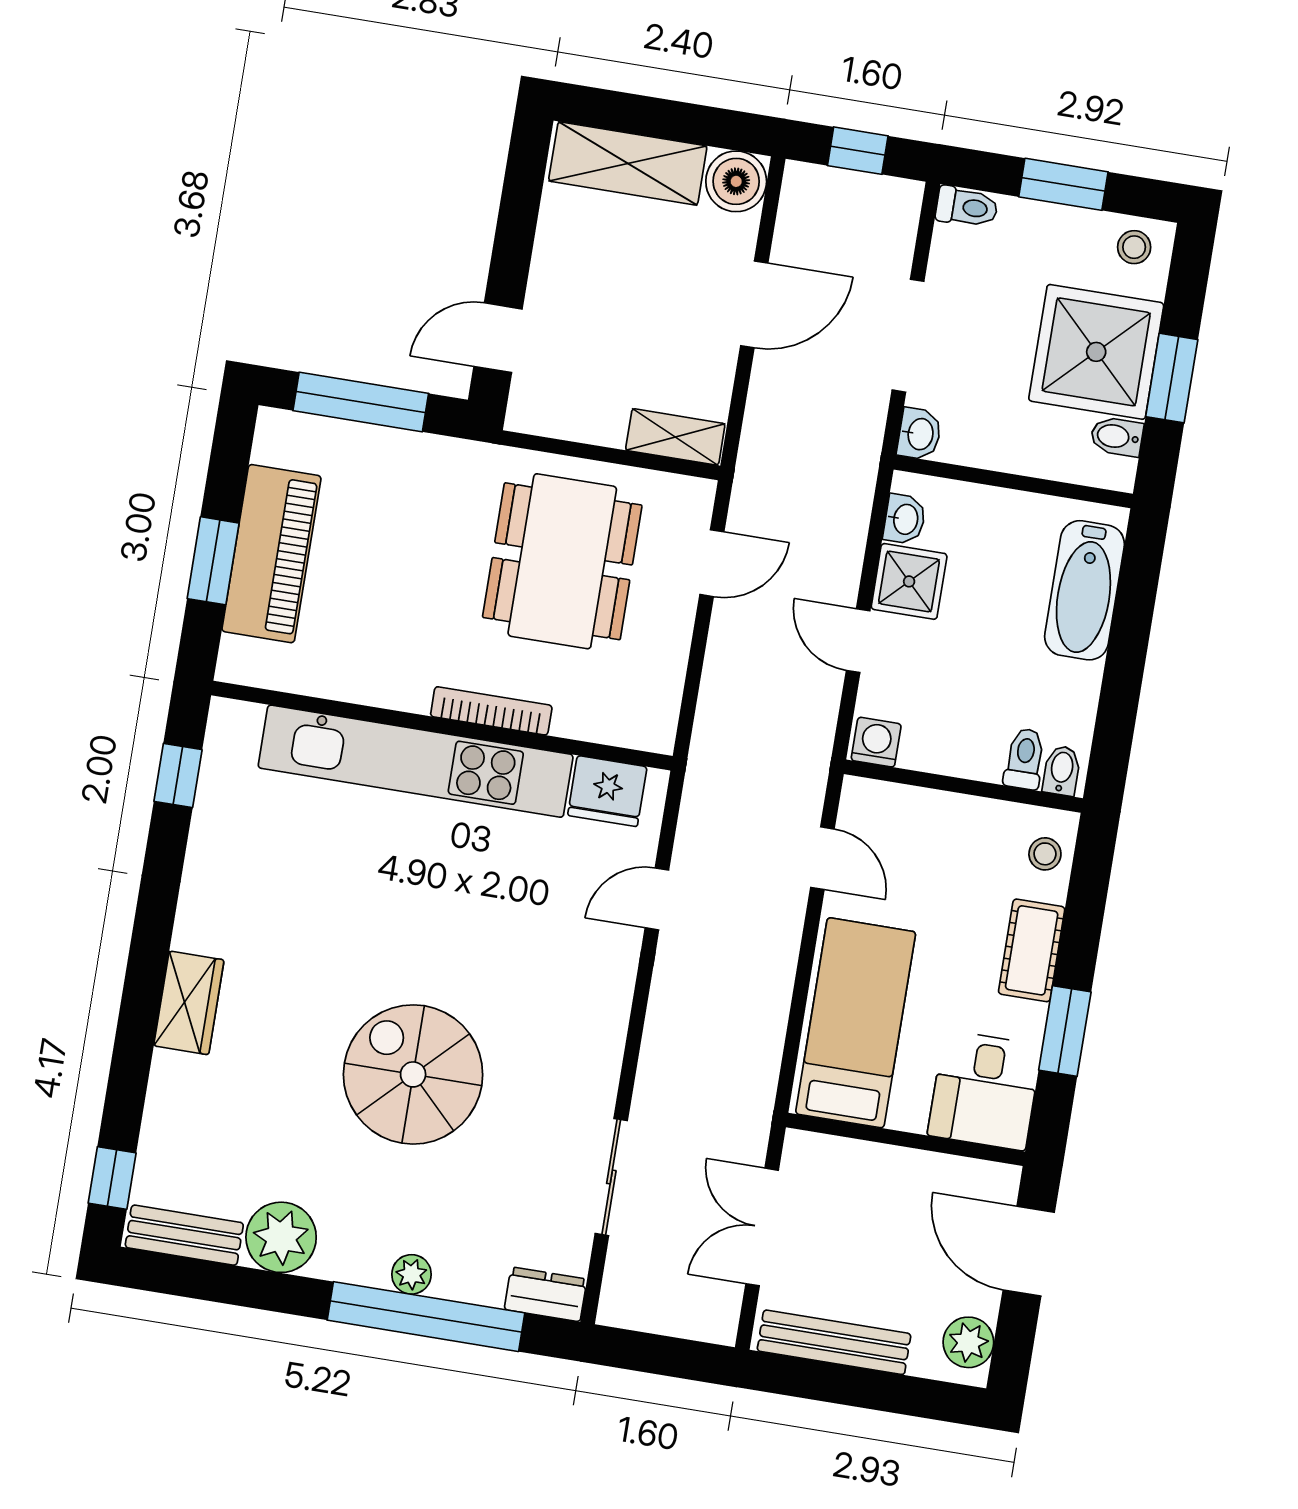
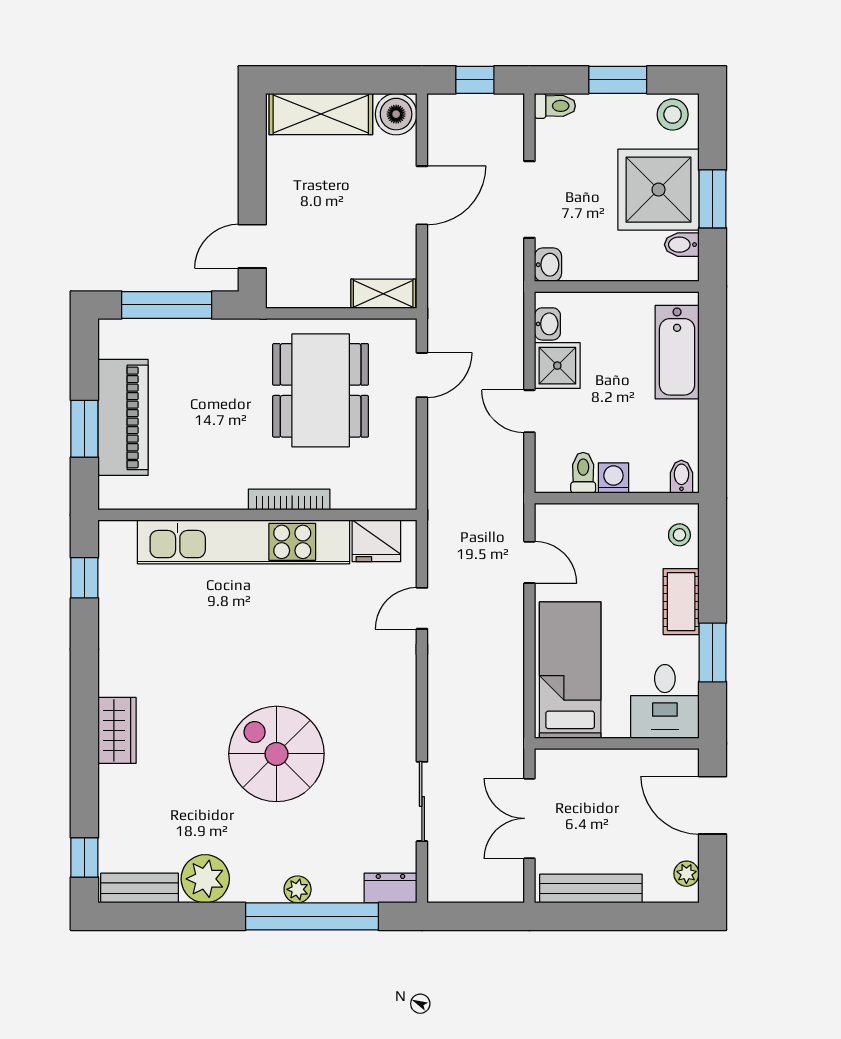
stool: (1134, 247) -> (673, 115), width x1.37, depth x1.37
washing machine: (876, 742) -> (613, 478), moved
toilet: (1025, 759) -> (583, 473), moved
plant: (968, 1342) -> (686, 874), width x0.73, depth x0.73

